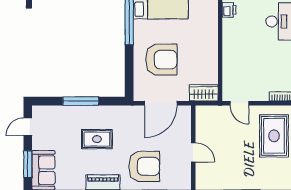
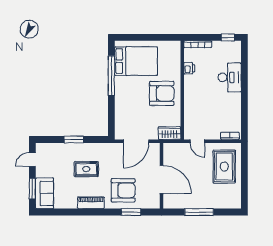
armchair: (161, 60) -> (162, 93), moved
window: (81, 101) -> (74, 140), width x0.69
door: (193, 152) -> (161, 179), width x1.87

